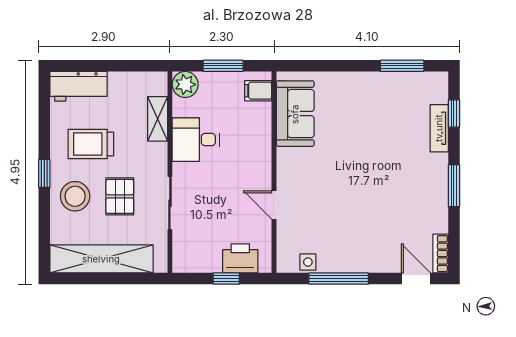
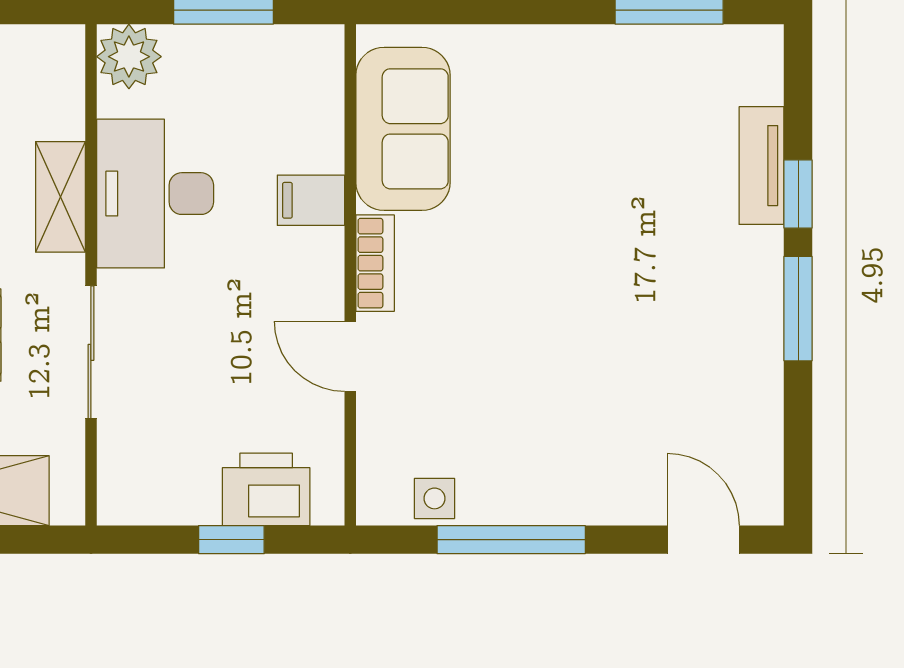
filing cabinet: (258, 91) -> (311, 200), moved
window: (454, 114) -> (798, 194), moved
shelving: (158, 119) -> (60, 197), moved
desk: (196, 140) -> (155, 194), width x1.37
bookcase: (441, 254) -> (375, 263), moved, turned 180

